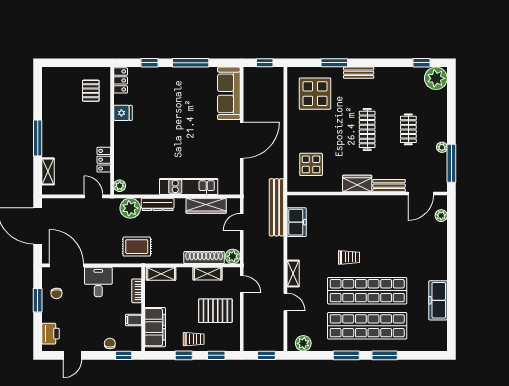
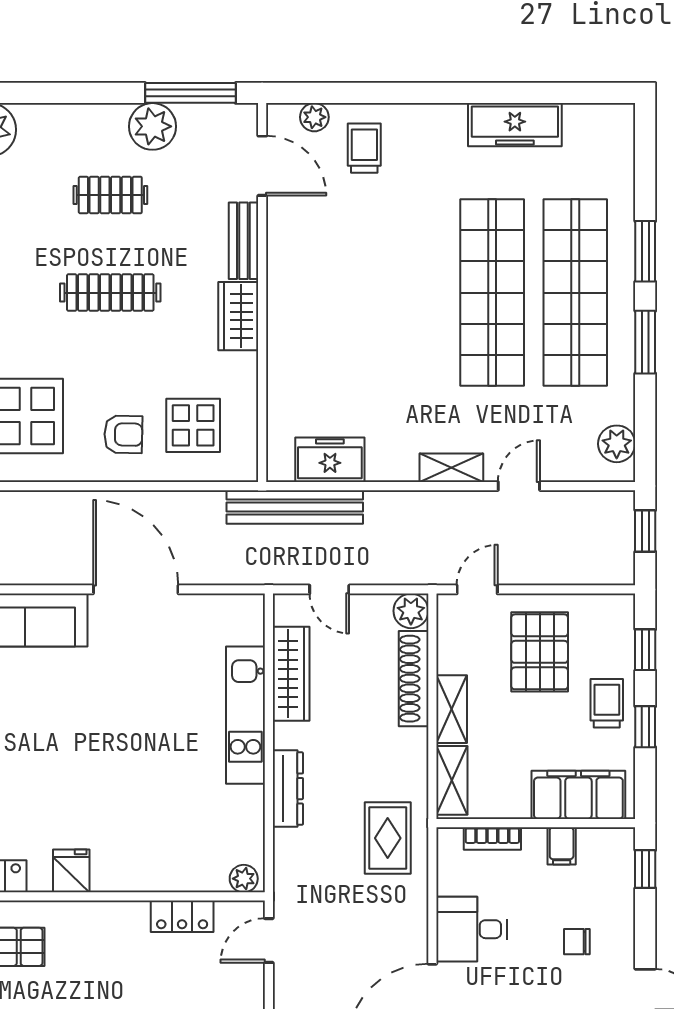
armchair: (307, 135) -> (123, 434), added
plant: (442, 147) -> (152, 126), width x1.88, depth x1.88
plant: (130, 208) -> (297, 854), removed
trolley: (349, 257) -> (364, 148), moved
shelving: (208, 274) -> (452, 709), moved
chair: (110, 344) -> (577, 942), moved

